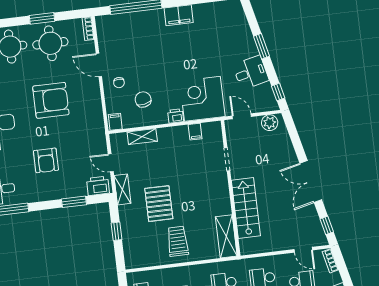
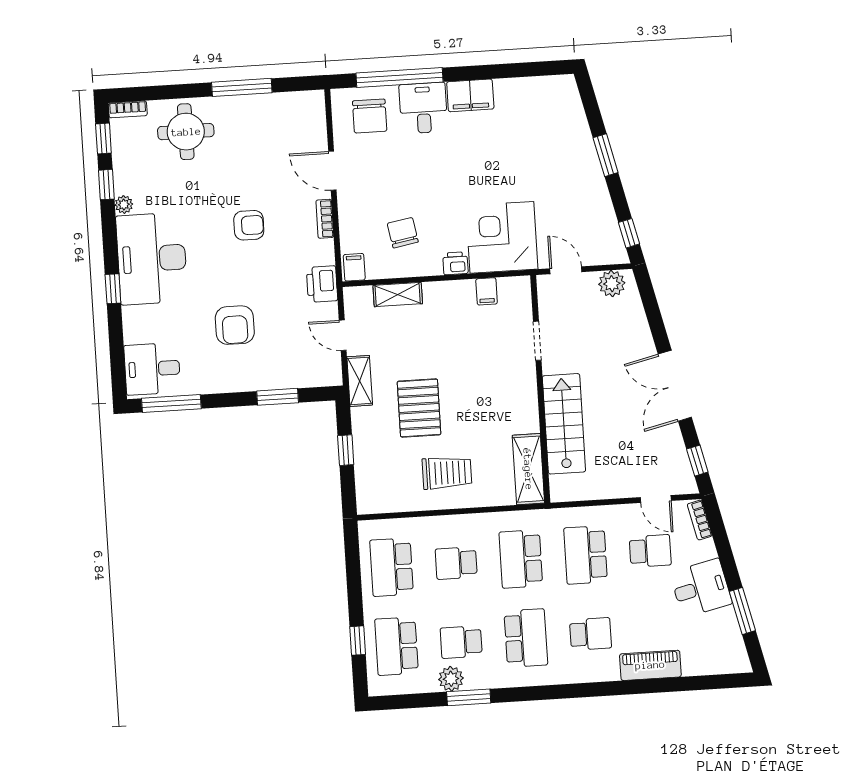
window: (42, 18) -> (242, 87), width x1.44
bookcase: (88, 29) -> (325, 219), moved
round table: (50, 43) -> (253, 130), removed
desk: (251, 73) -> (423, 108), moved, turned -77
chair: (119, 83) -> (370, 116), moved, width x1.87, depth x1.87
armchair: (51, 100) -> (249, 225), width x0.53, depth x0.53
printer: (98, 186) -> (322, 284), moved, turned -90
trolley: (178, 241) -> (447, 473), turned 90

